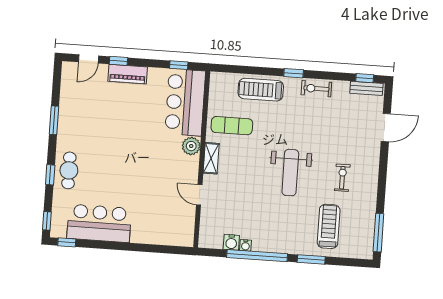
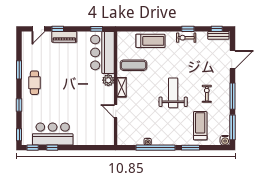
window: (294, 73) -> (188, 29), moved
treadmill: (261, 90) -> (150, 41), turned 180
cafe table: (69, 170) -> (34, 83), moved
weight bench: (290, 173) -> (173, 93), turned 180
window: (382, 184) -> (233, 96), added
water cooler: (231, 242) -> (225, 140), moved
window: (97, 244) -> (52, 148), added

